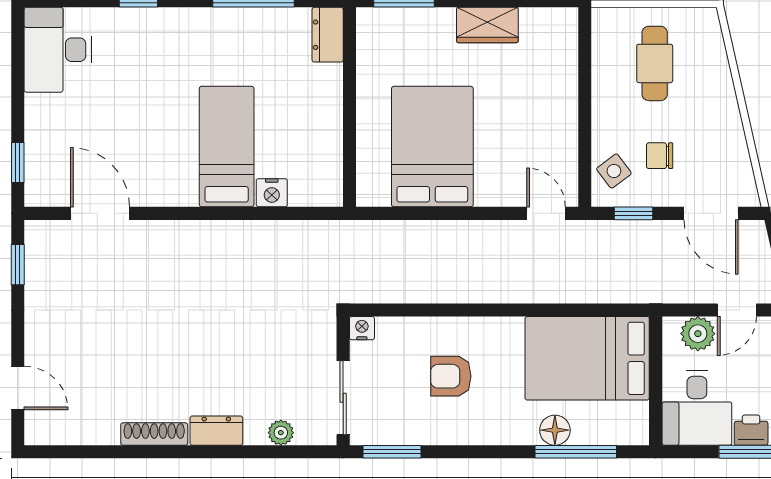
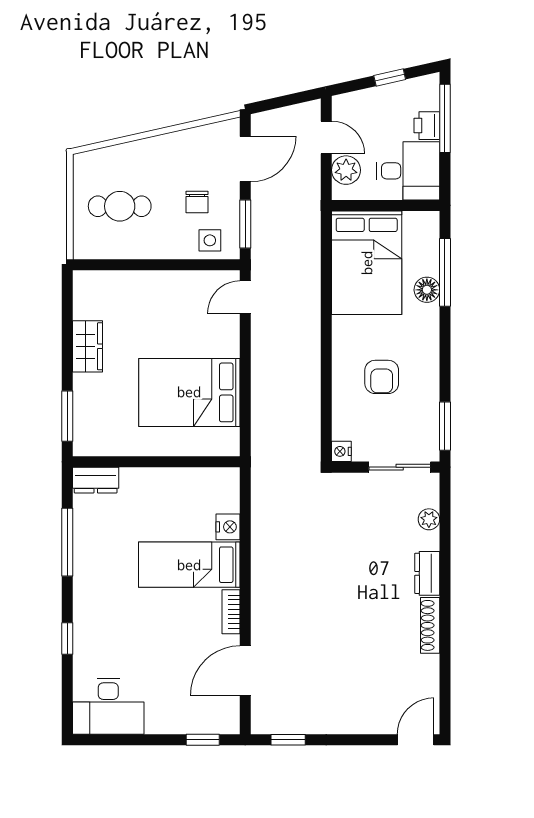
side table: (614, 171) -> (210, 240), turned 37
bookcase: (170, 196) -> (231, 612), added
window: (633, 213) -> (245, 224), width x1.50
door: (18, 388) -> (416, 740), moved

